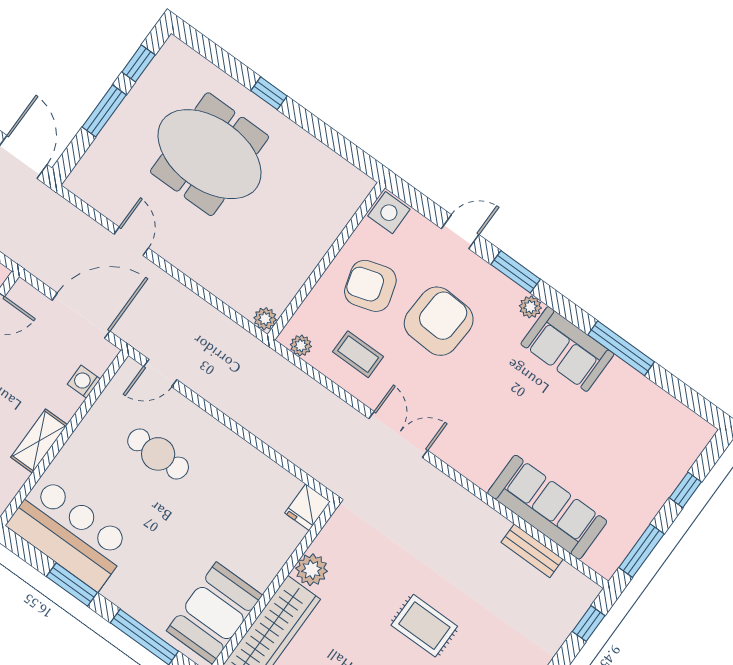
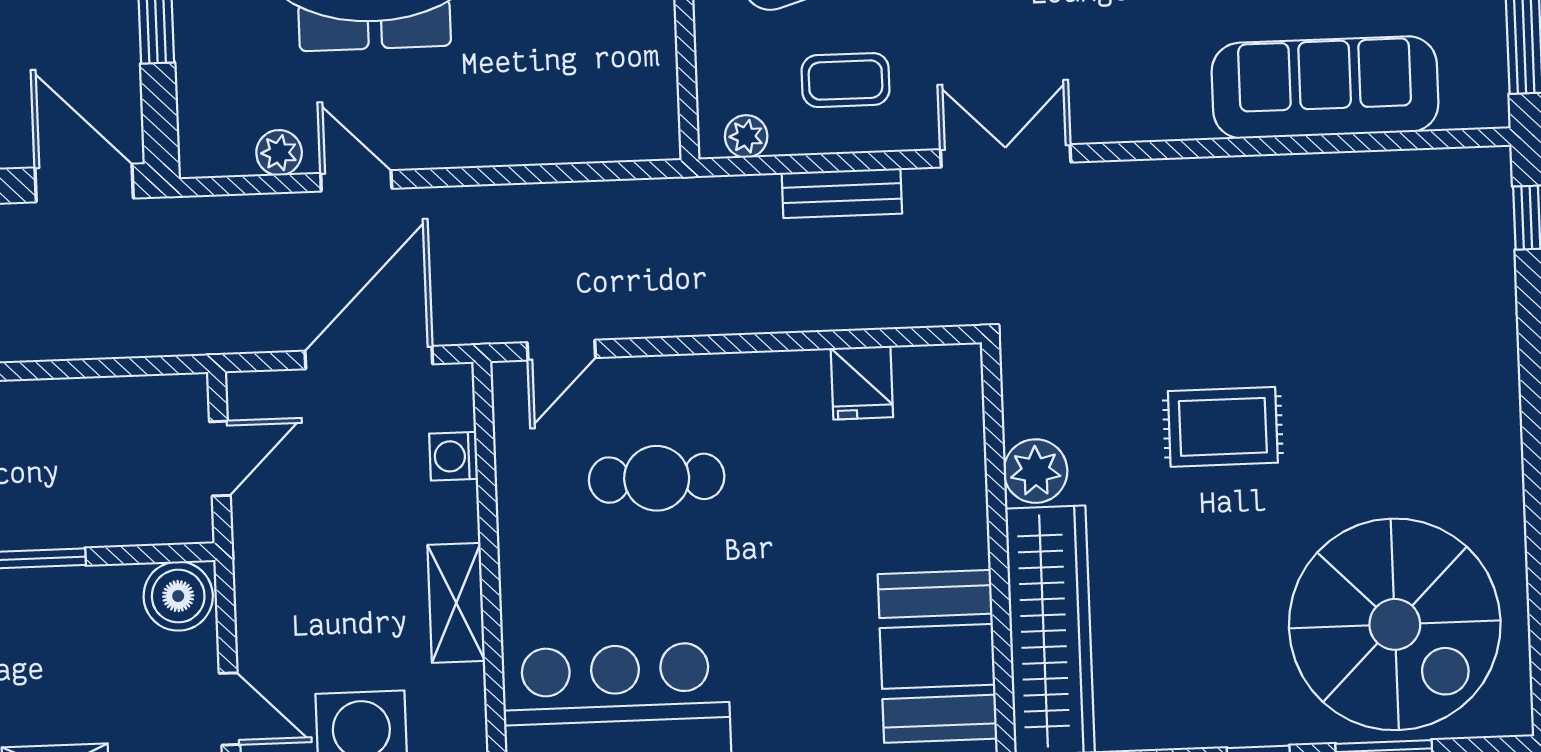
plant: (265, 319) -> (279, 153), moved
fridge: (308, 507) -> (862, 383), moved
bench: (532, 551) -> (842, 193), moved
rug: (424, 626) -> (1223, 427), moved

